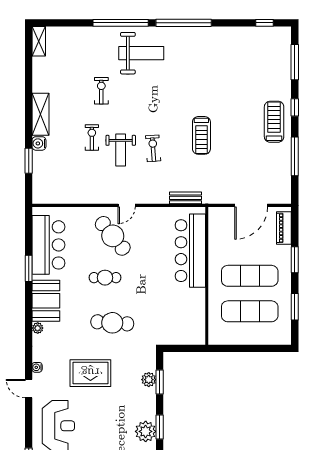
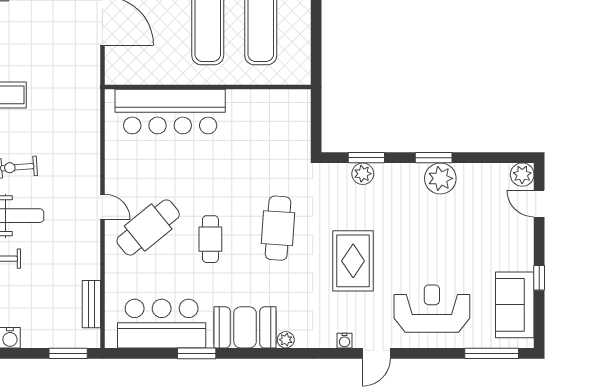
window: (29, 161) -> (68, 353), moved
bench: (186, 198) -> (91, 304), moved

